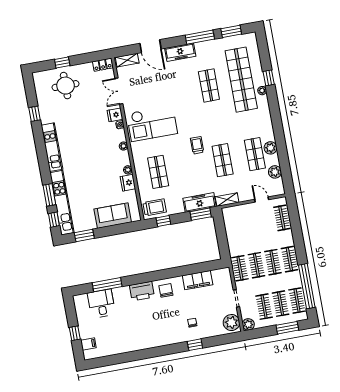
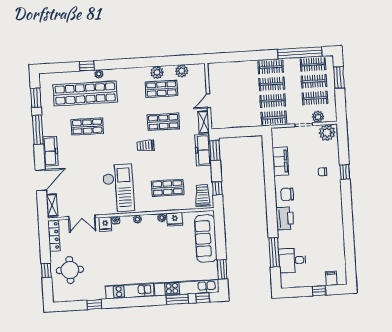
locker: (103, 65) -> (54, 236), width x1.53
door: (262, 200) -> (208, 101), moved
sofa: (113, 216) -> (206, 239), width x1.36
clothes rail: (282, 218) -> (228, 70), removed
plant: (248, 324) -> (318, 117), moved

